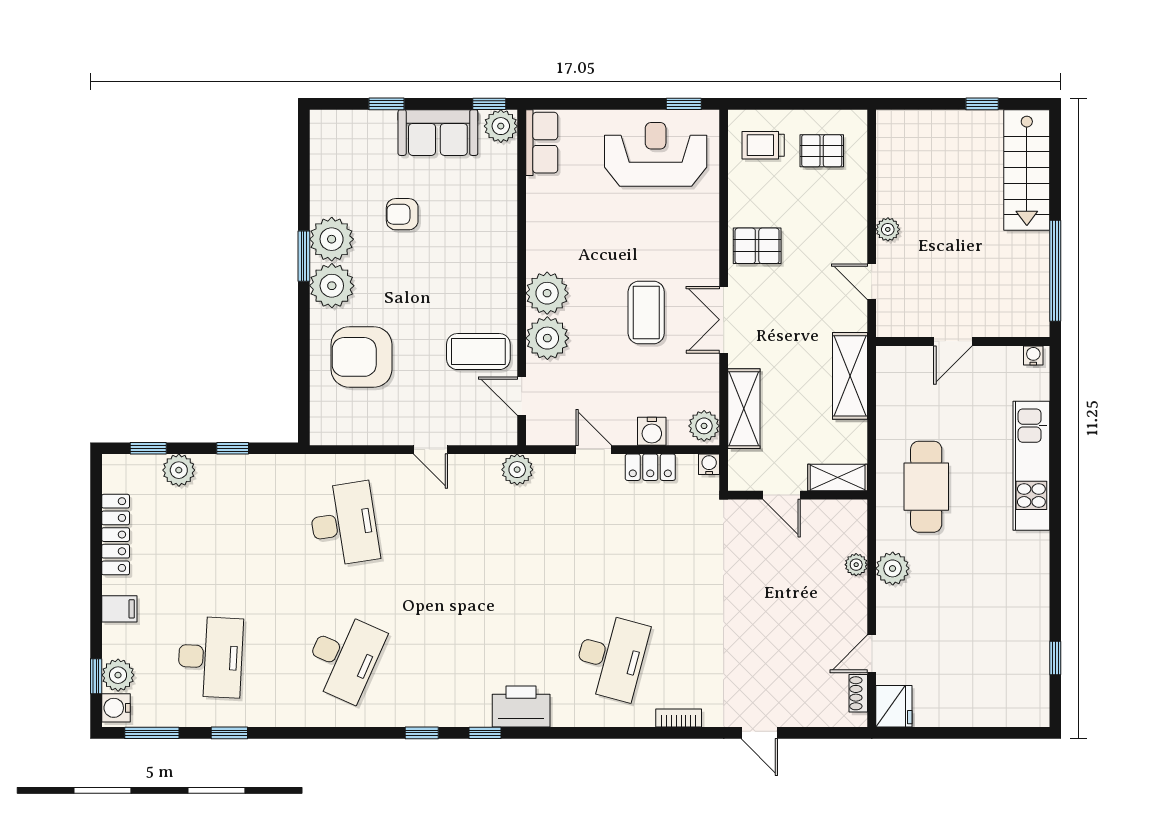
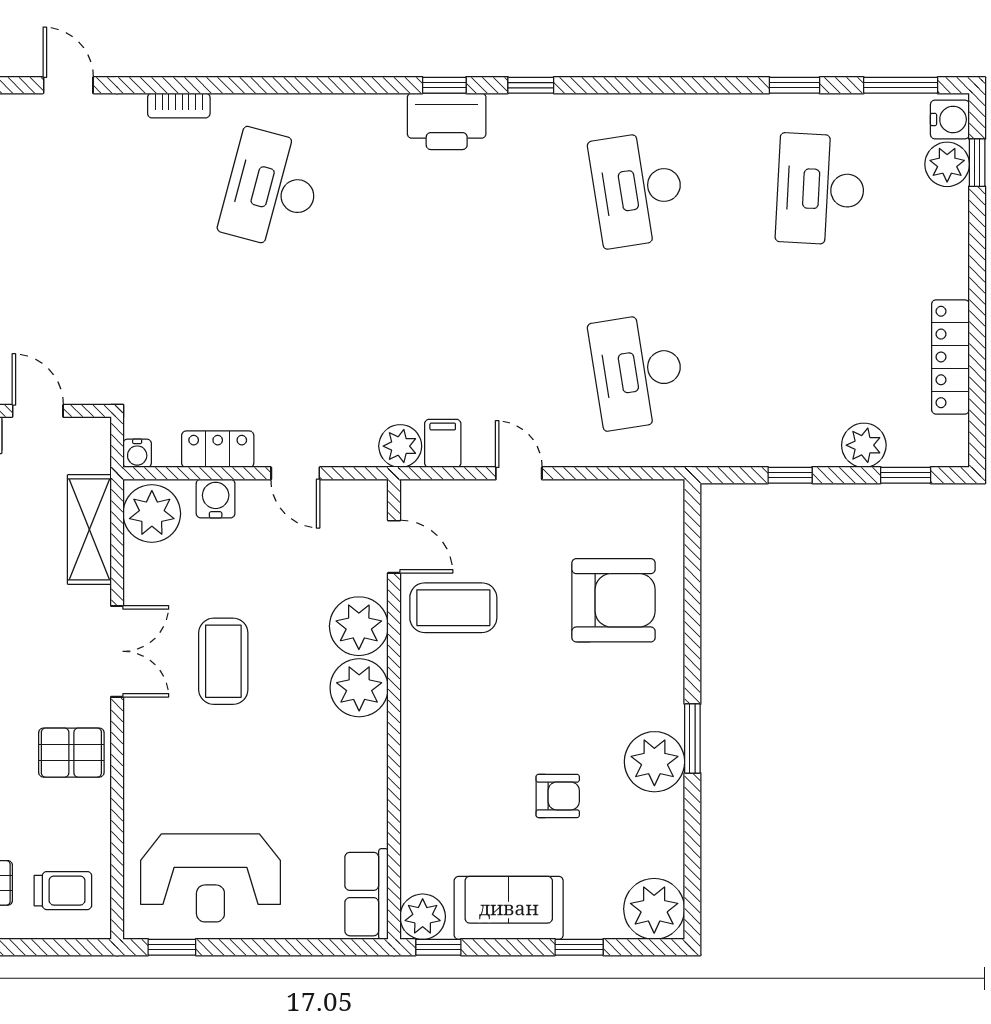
plant: (332, 286) -> (654, 909), moved
plant: (704, 426) -> (152, 514), width x1.36, depth x1.36
filing cabinet: (119, 609) -> (443, 443), moved, turned 90
desk: (344, 657) -> (638, 189), turned -33
printer: (521, 707) -> (447, 121), moved

